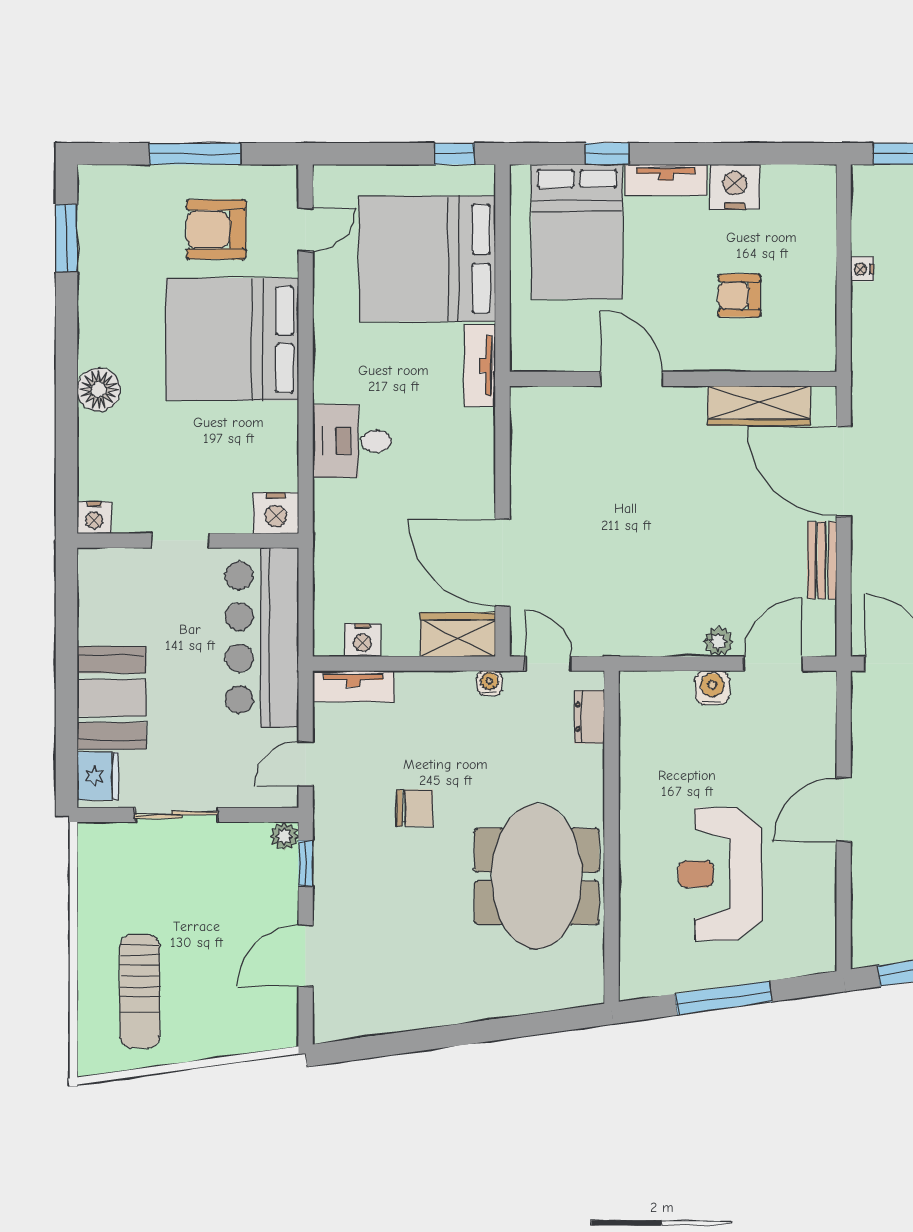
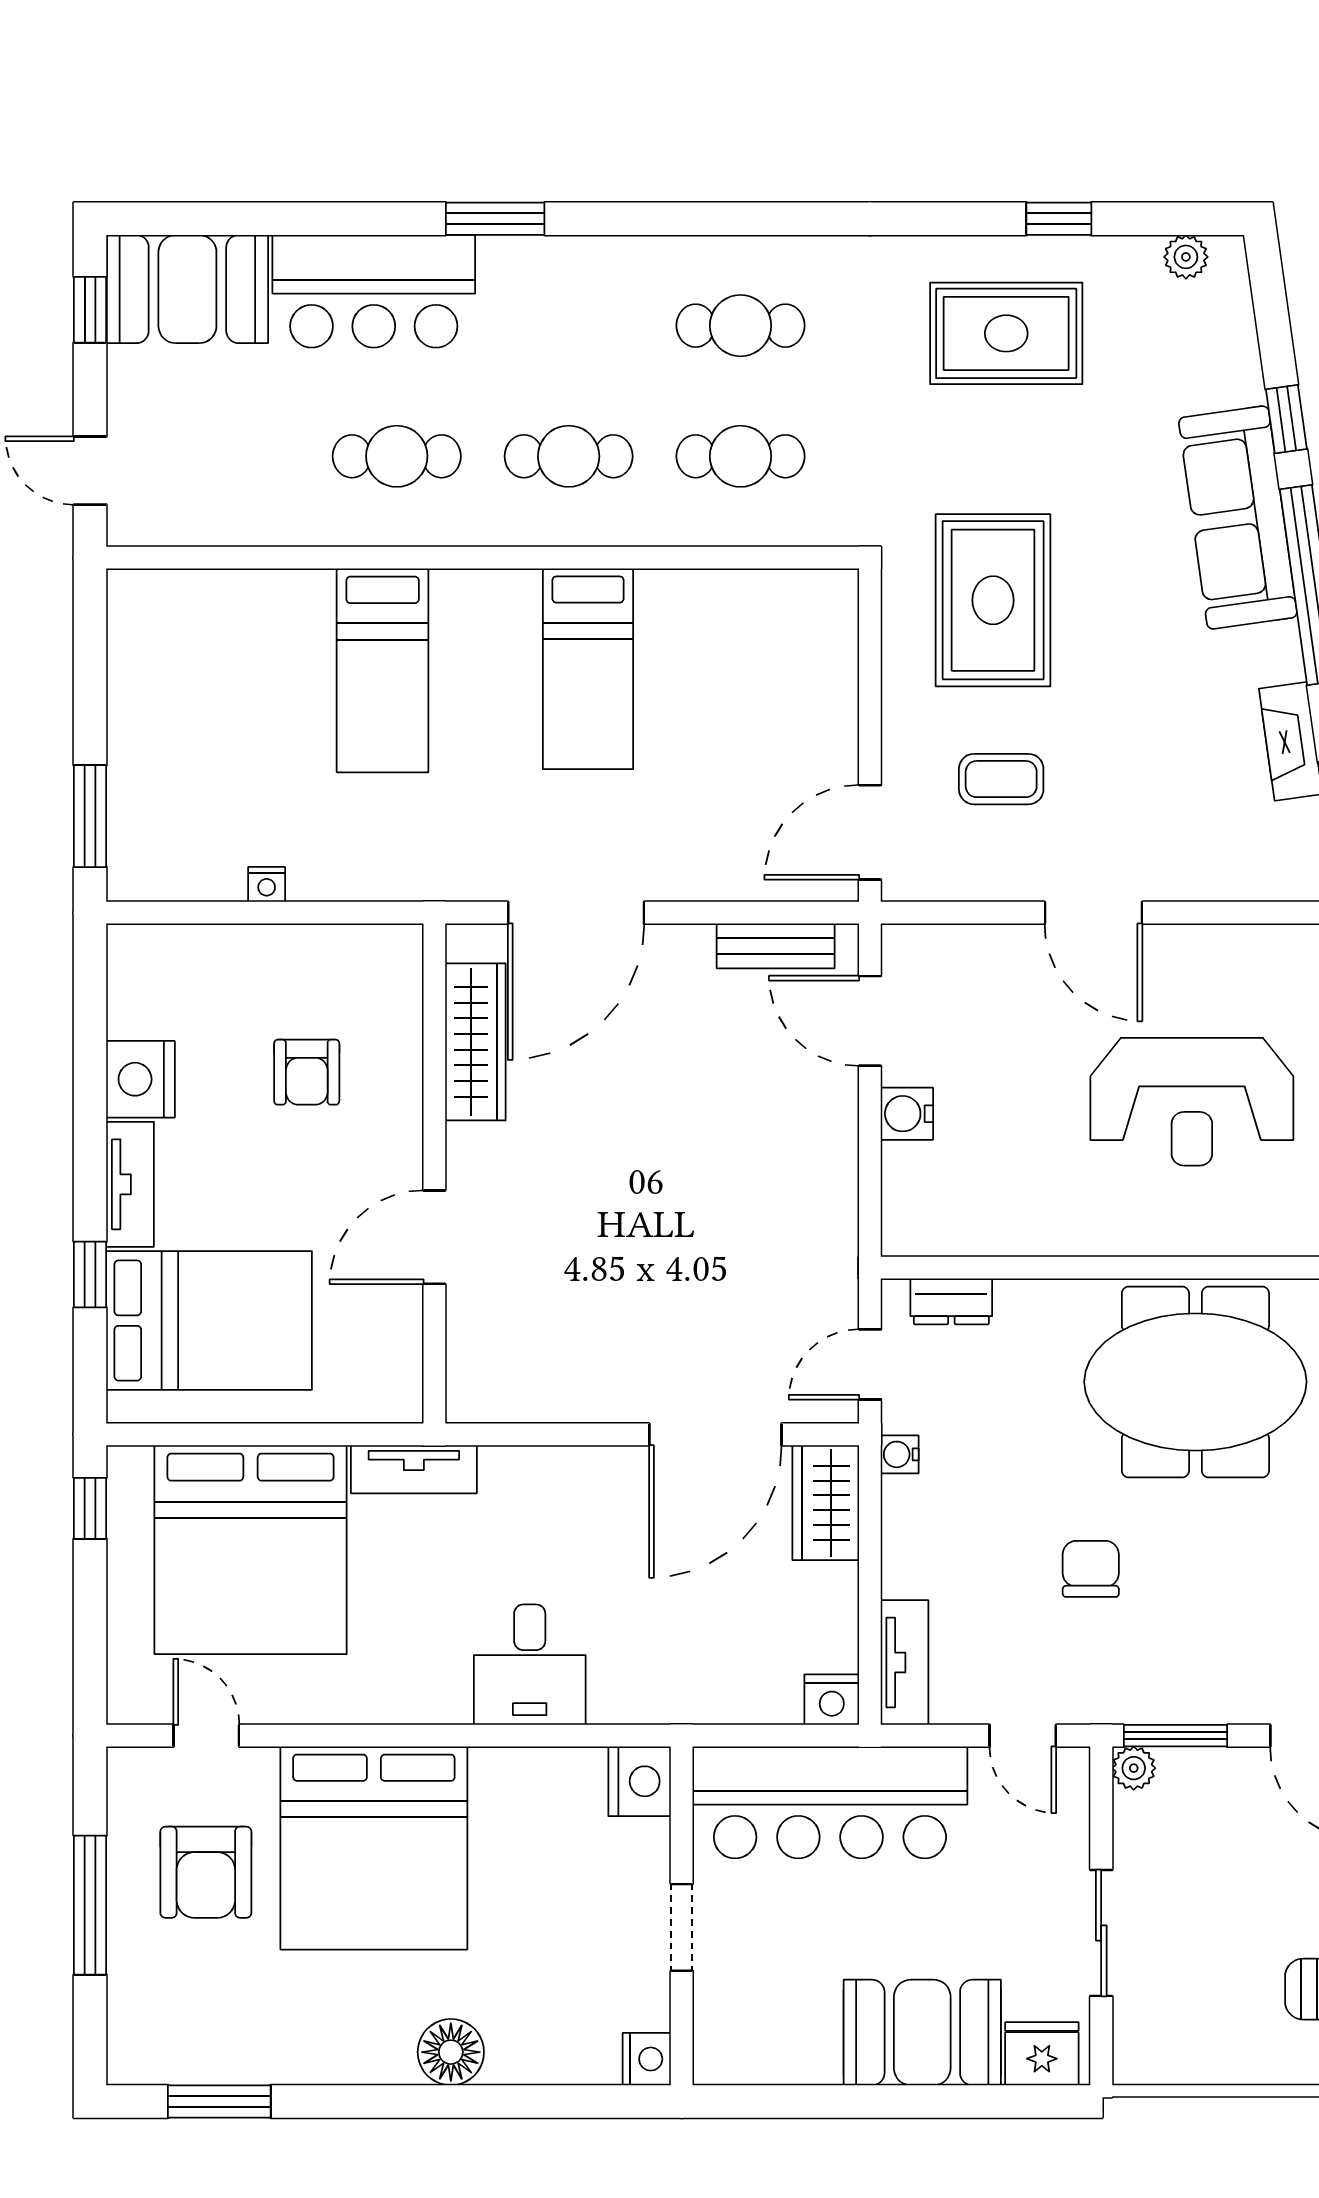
bench: (822, 560) -> (776, 946), moved
nightstand: (363, 640) -> (832, 1700), moved, turned 90
plant: (718, 642) -> (836, 1104), removed
window: (306, 863) -> (1175, 1736), width x1.50

